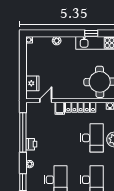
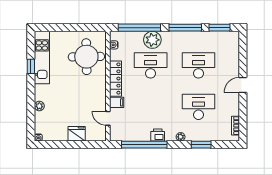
fridge: (32, 83) -> (77, 134), moved

